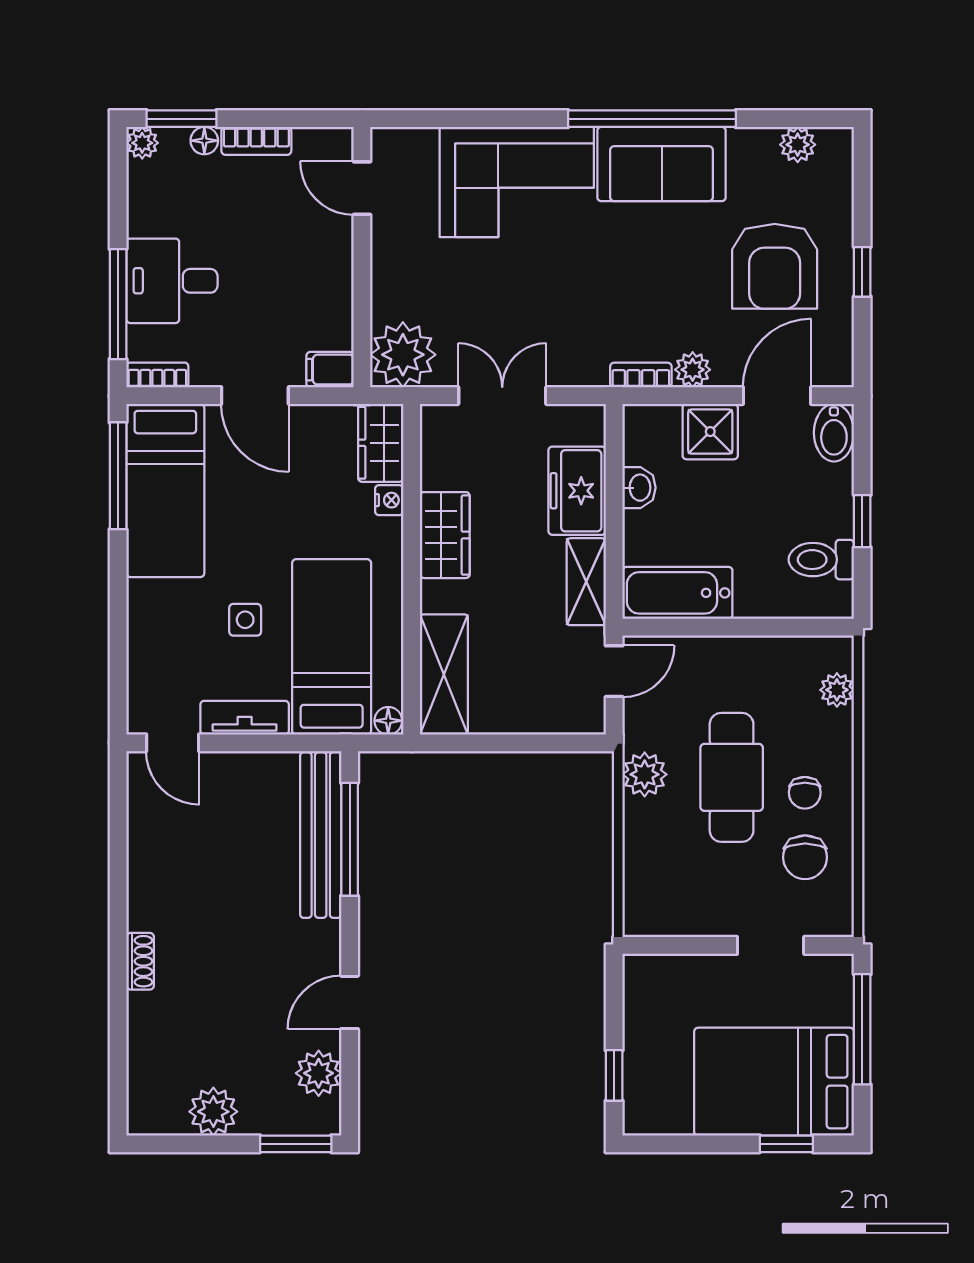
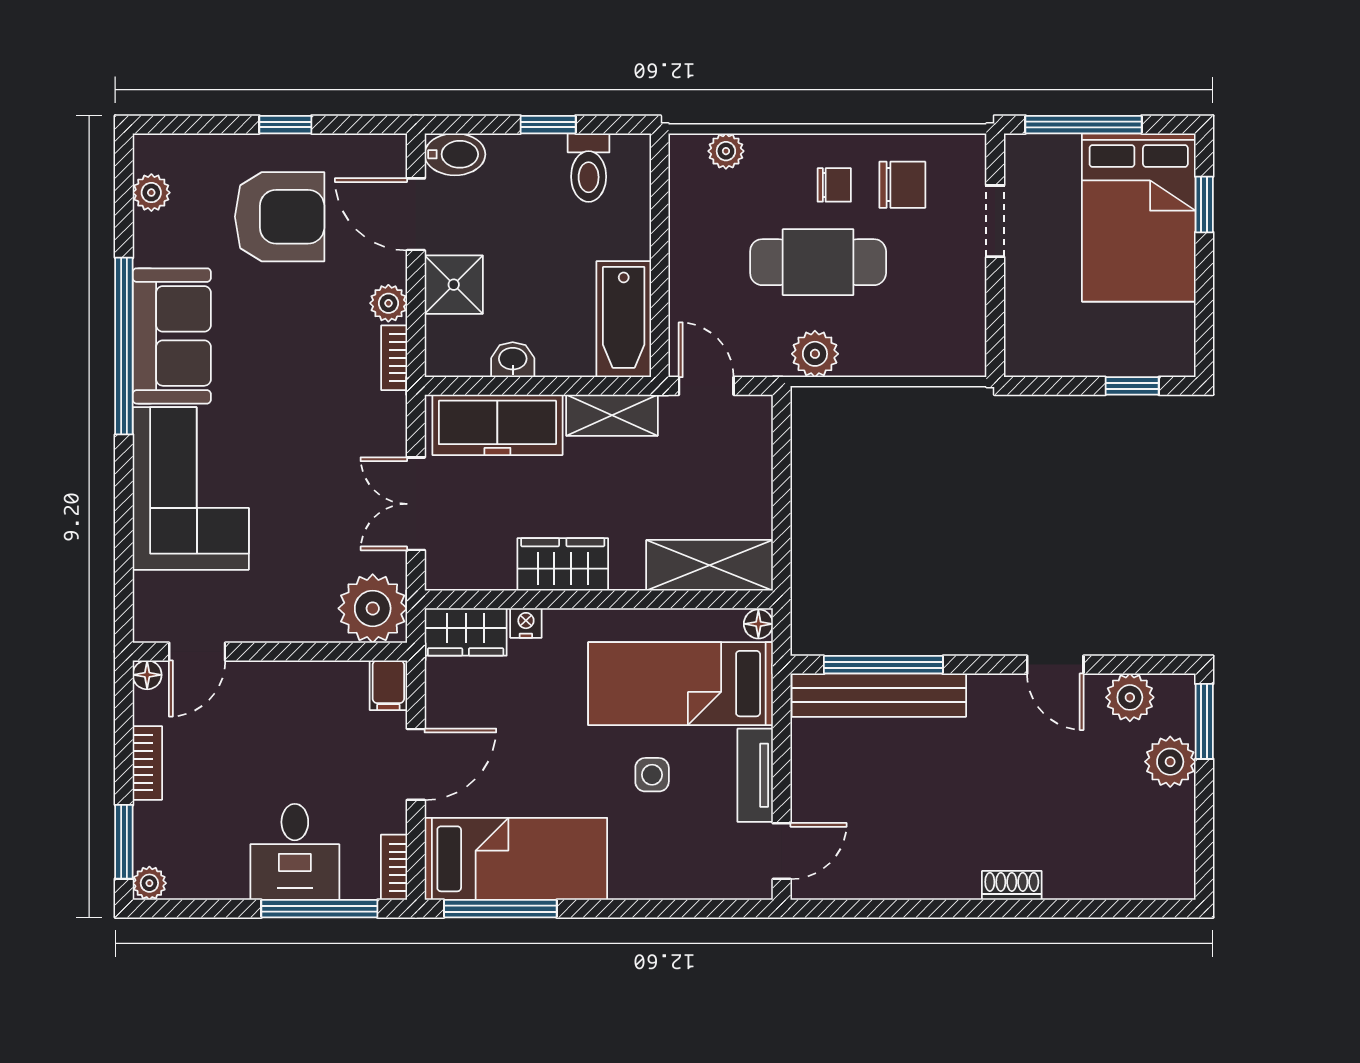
floor lamp: (204, 141) -> (147, 675), moved
freezer: (577, 491) -> (497, 425), width x1.40
plant: (213, 1112) -> (1170, 762), moved

